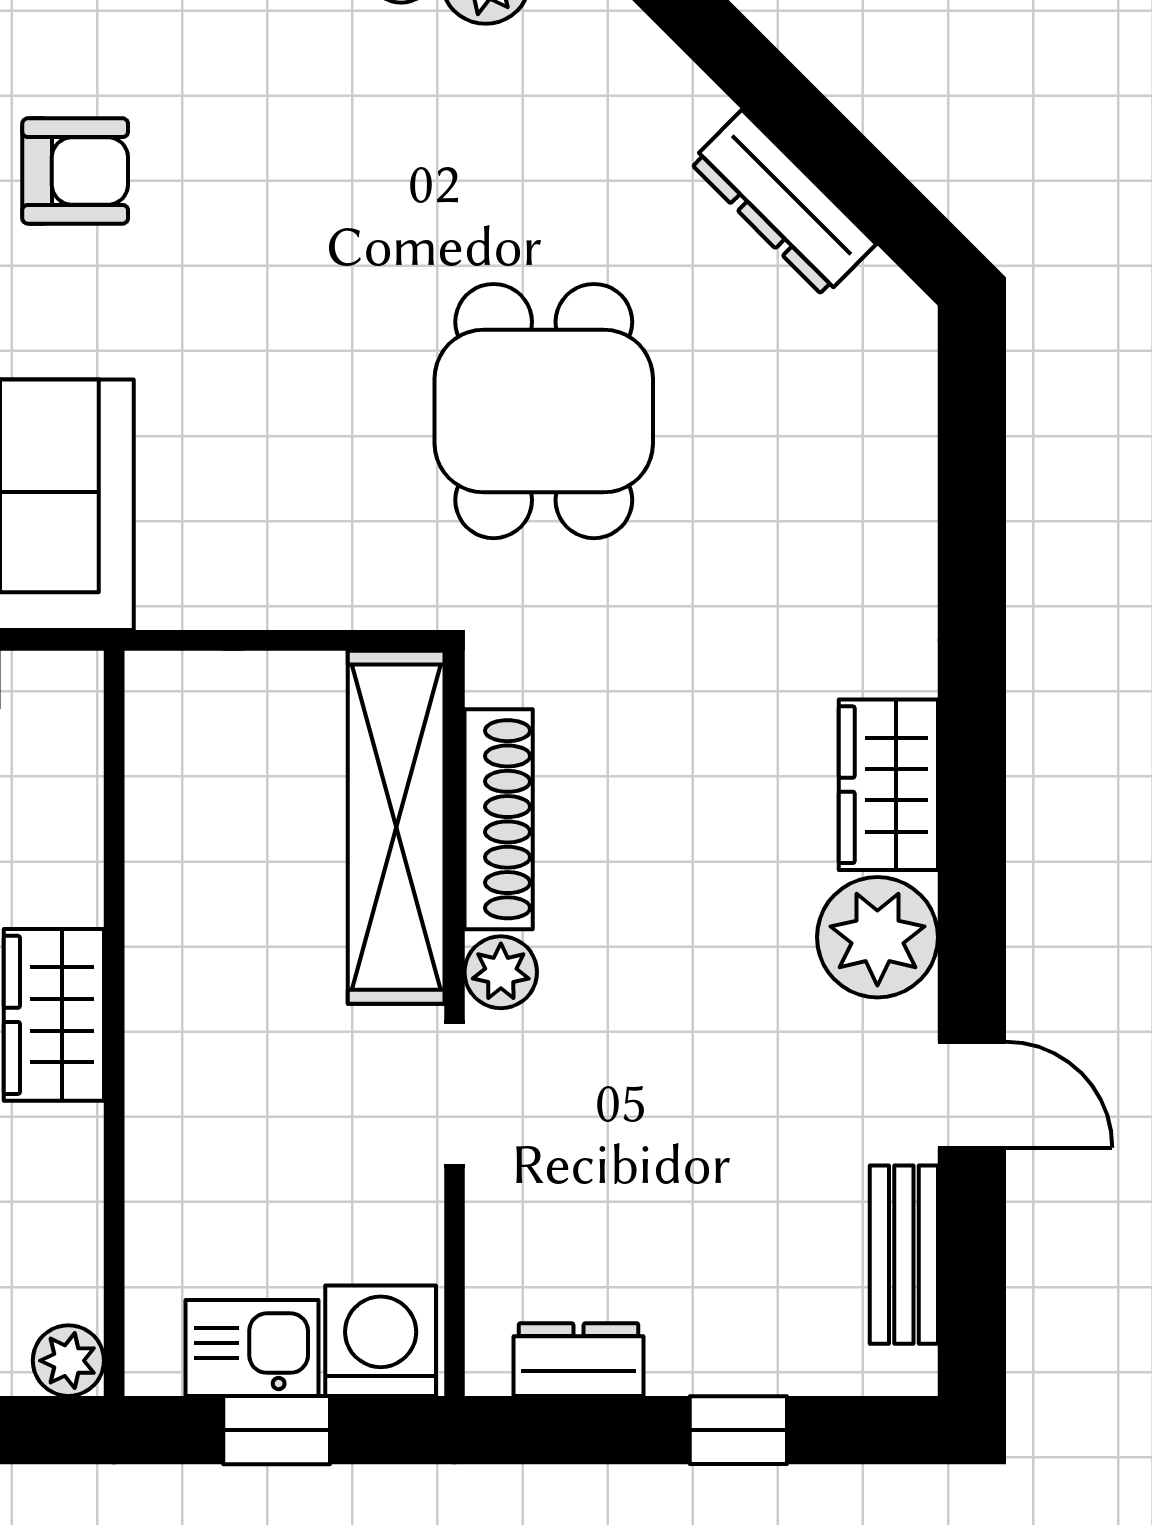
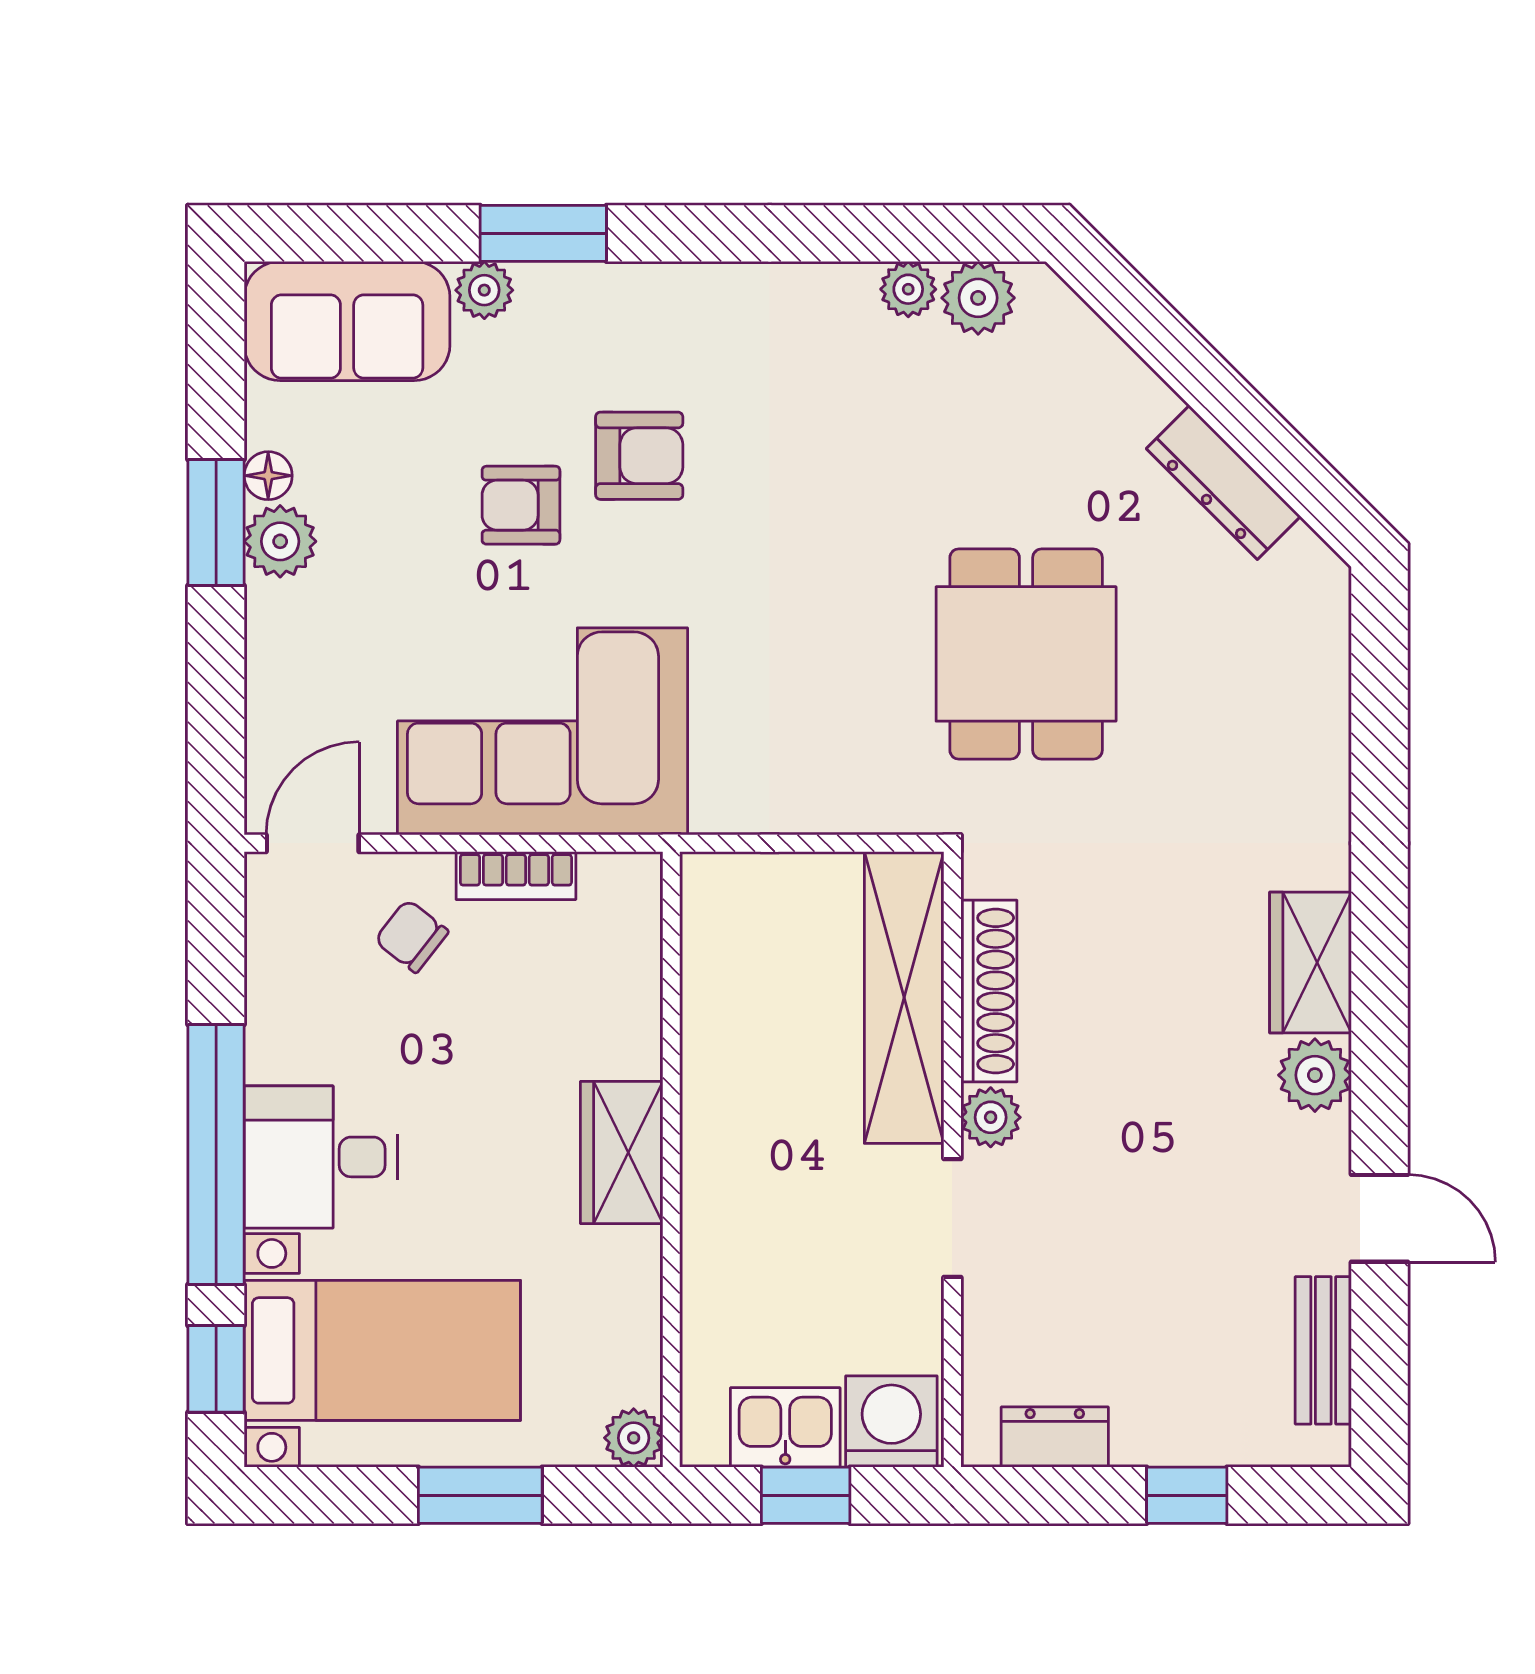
plant: (877, 937) -> (1315, 1075), width x0.73, depth x0.73

